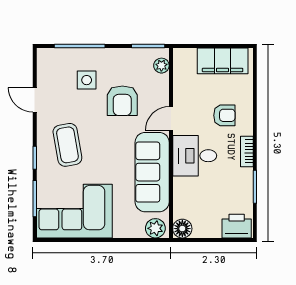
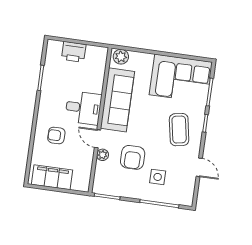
plant: (161, 66) -> (103, 155), moved
armchair: (122, 101) -> (133, 157), turned 180
door: (171, 119) -> (97, 139), swing flipped
bookcase: (247, 151) -> (43, 106), removed
printer: (237, 226) -> (74, 52), moved
floor lamp: (182, 229) -> (100, 54), removed

